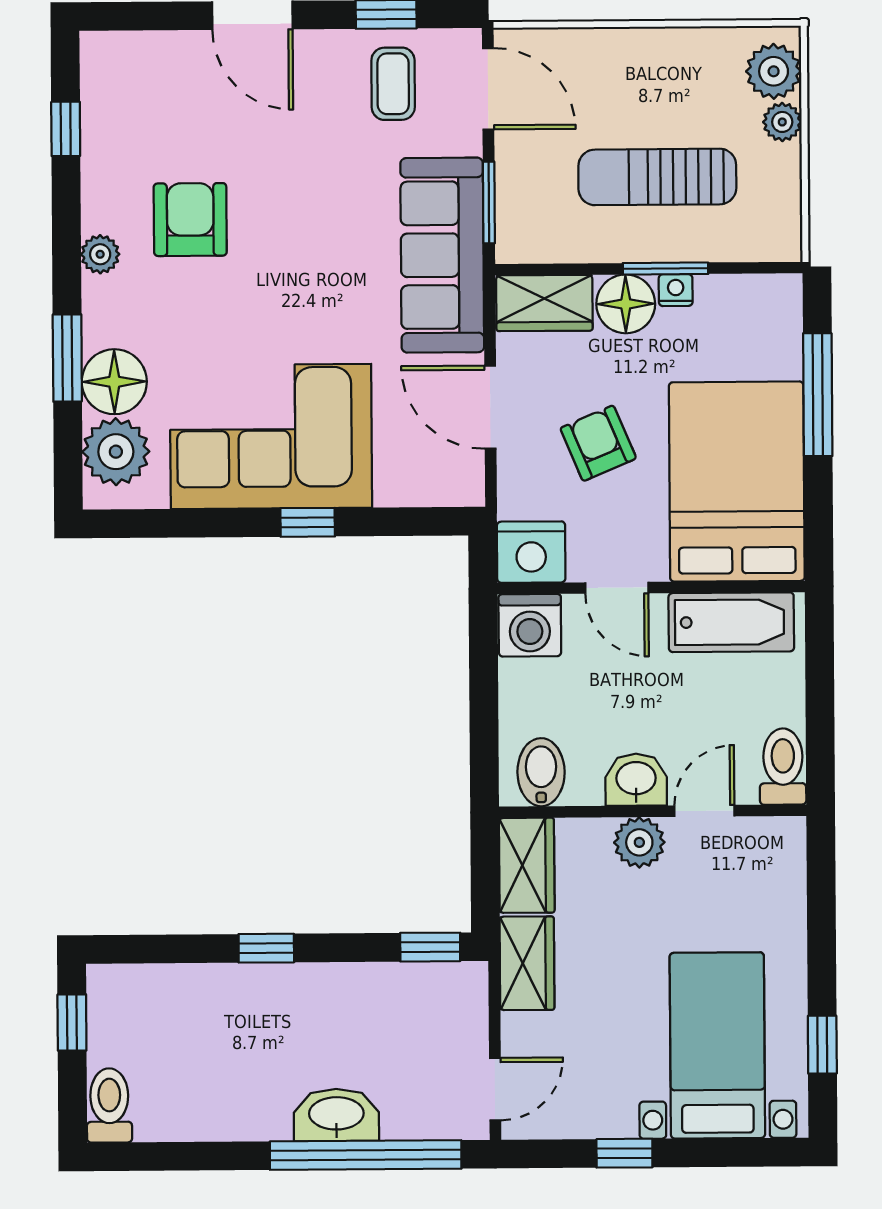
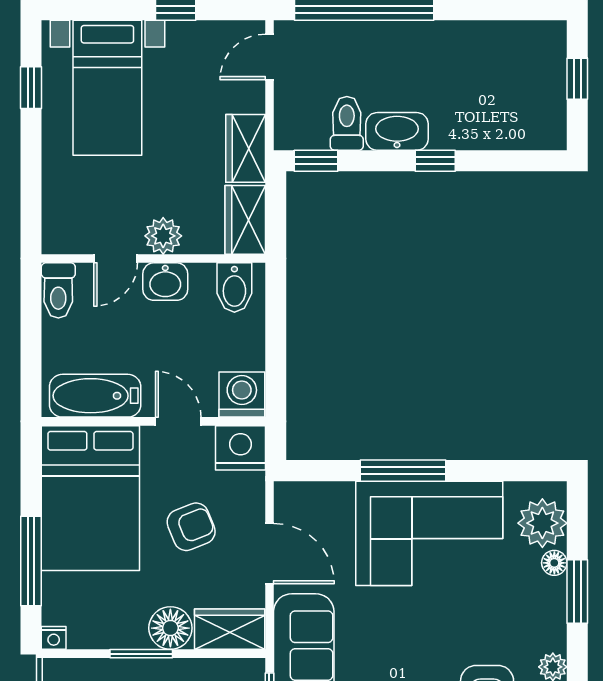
nightstand: (676, 290) -> (54, 638), moved
floor lamp: (114, 382) -> (554, 563), width x0.53, depth x0.53
armchair: (598, 443) -> (191, 527), turned -89
window: (308, 522) -> (403, 471), width x2.17
window: (72, 1022) -> (577, 79), moved
toilet: (109, 1105) -> (347, 123), moved, turned 180
washbasin: (336, 1115) -> (397, 131), moved, turned 180

